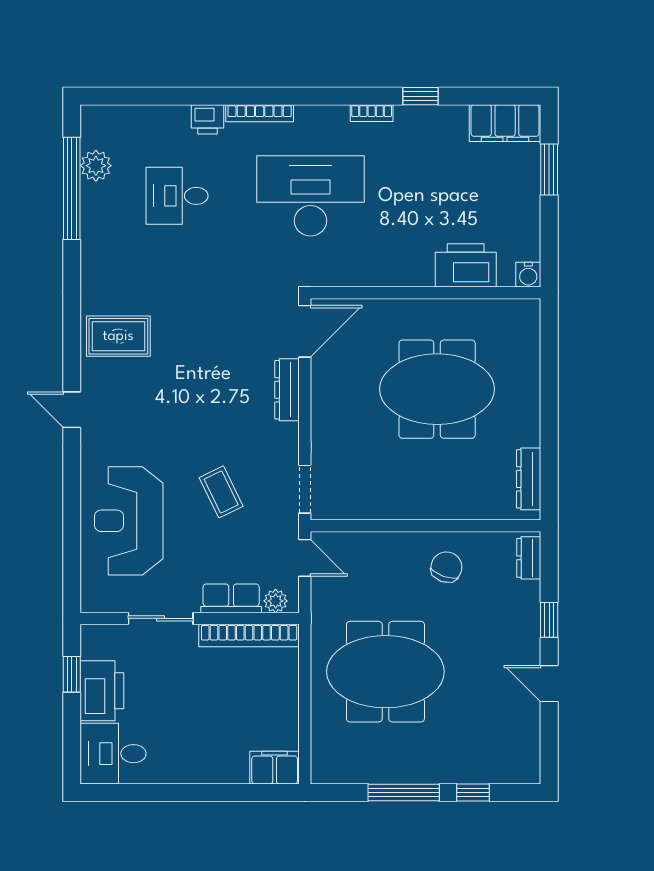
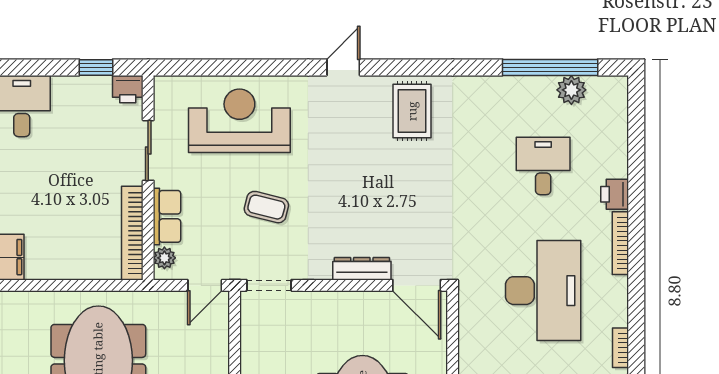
coffee table: (221, 492) -> (266, 207), turned 40
printer: (102, 691) -> (128, 89), moved, width x0.53, depth x0.68

